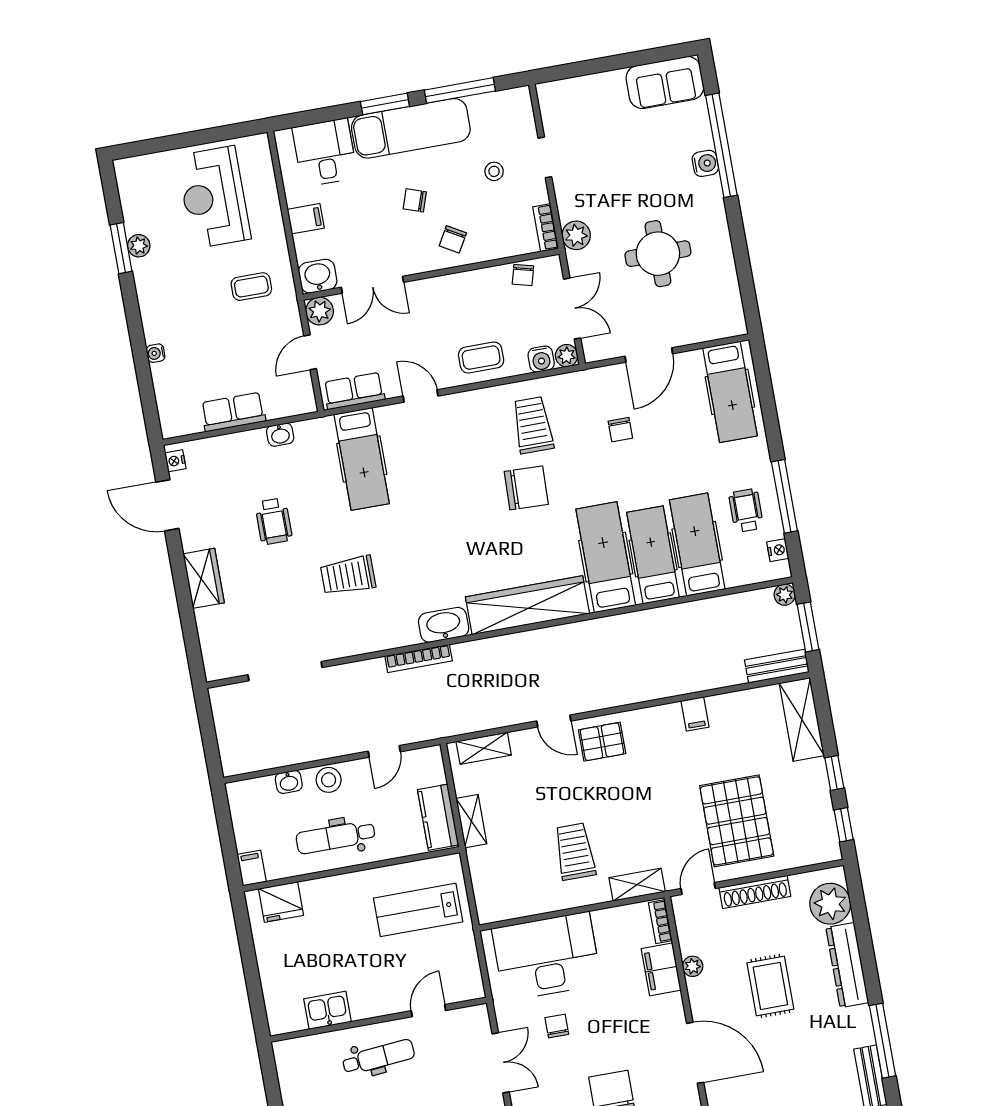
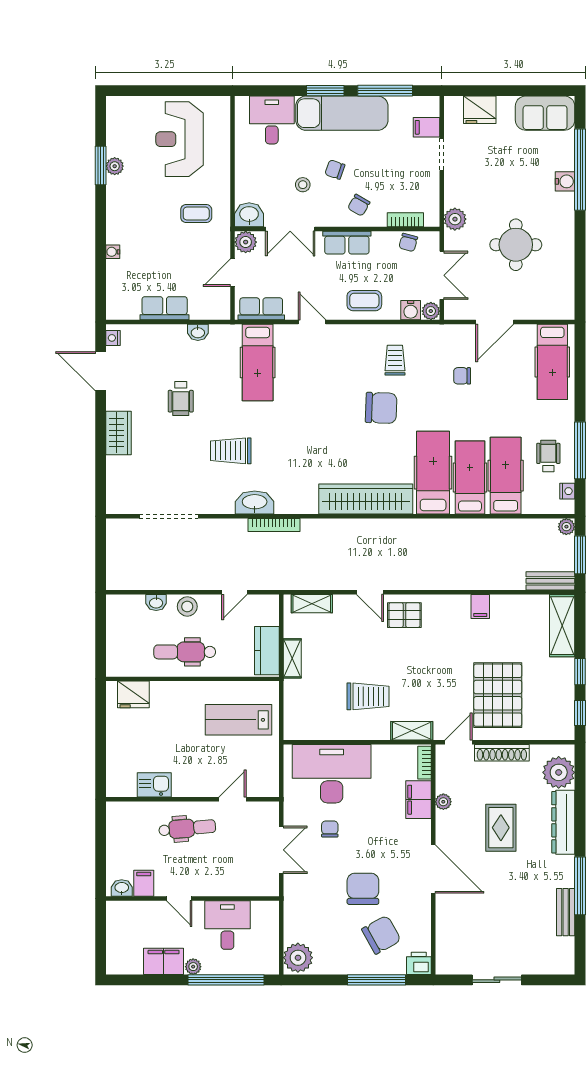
fridge: (582, 93) -> (480, 110), added
stool: (494, 171) -> (303, 185), moved
filing cabinet: (306, 219) -> (426, 127), moved, turned 180
bookcase: (546, 228) -> (405, 220), moved, turned 90
row of seats: (446, 289) -> (347, 243), added
trolley: (533, 425) -> (395, 360), width x0.73, depth x0.72
chair: (620, 430) -> (462, 376), turned 90
washbasin: (444, 625) -> (255, 502), moved
trolley: (575, 852) -> (368, 696), turned 90
filing cabinet: (252, 868) -> (115, 664), removed

